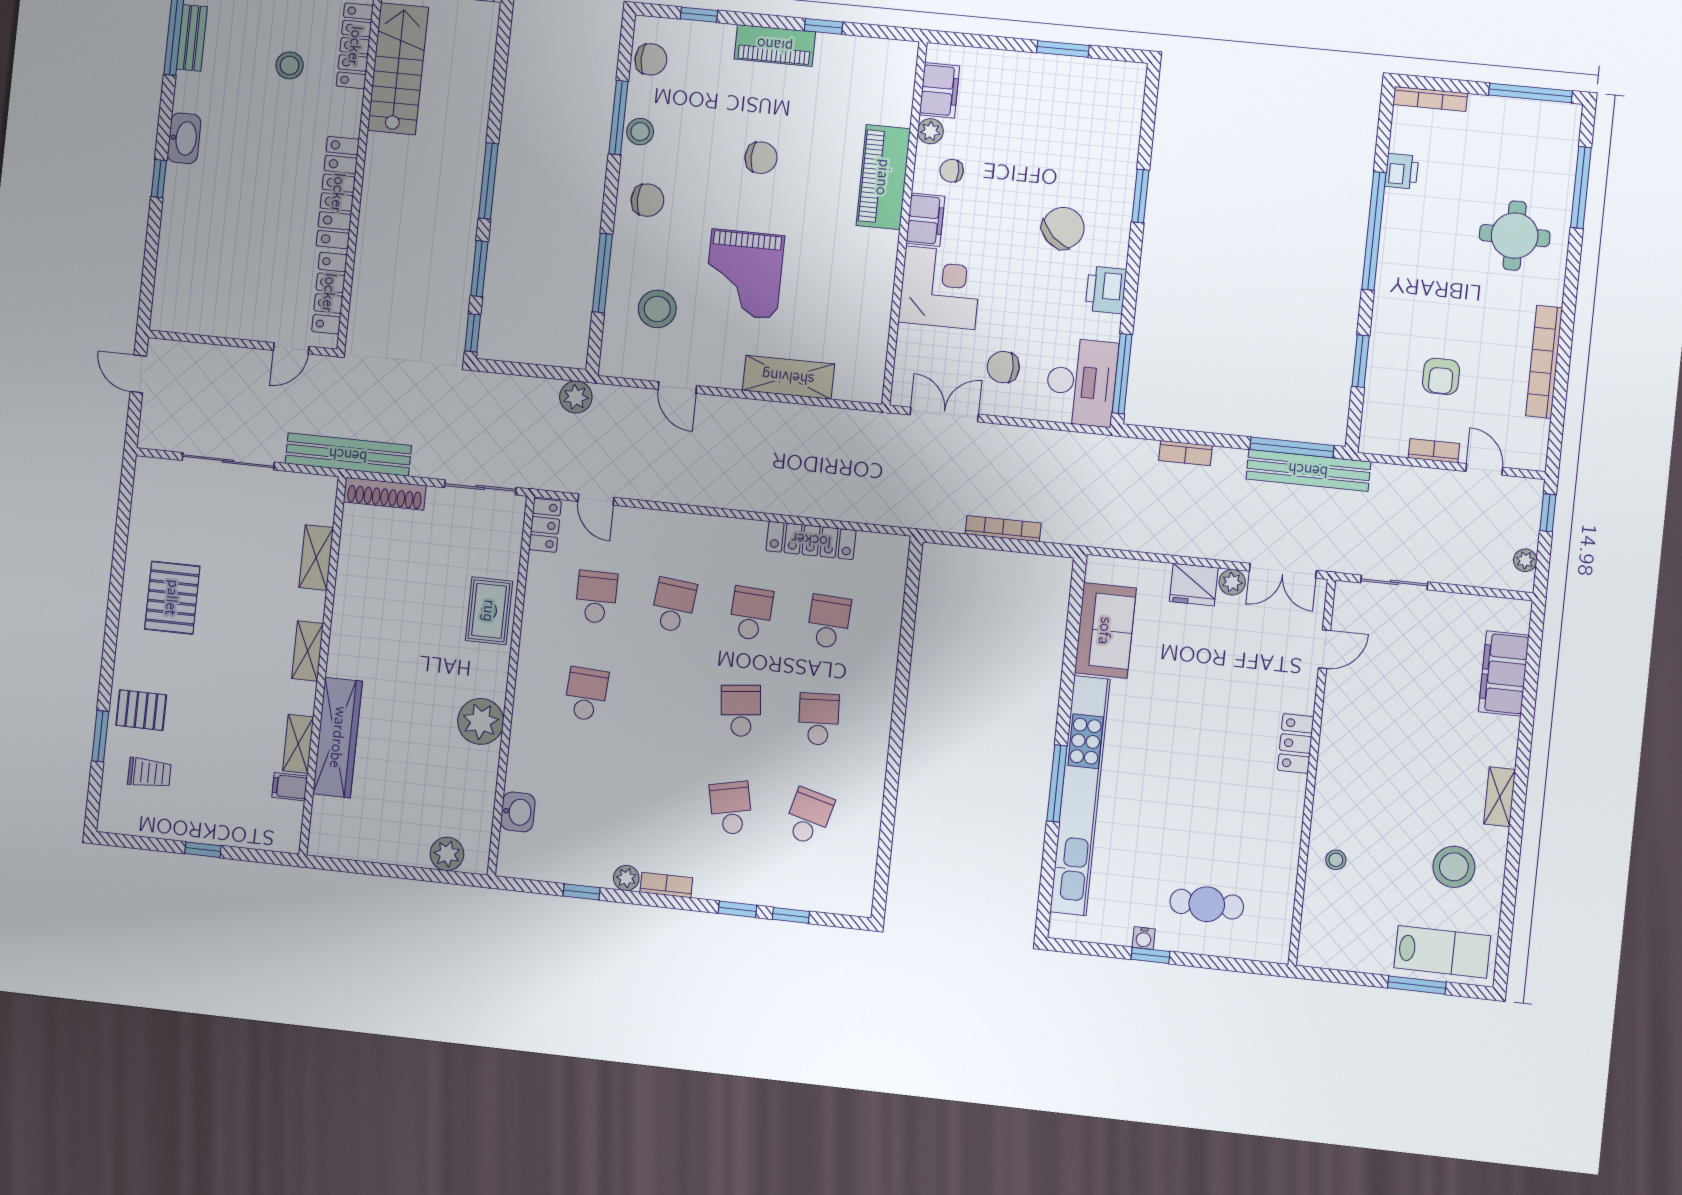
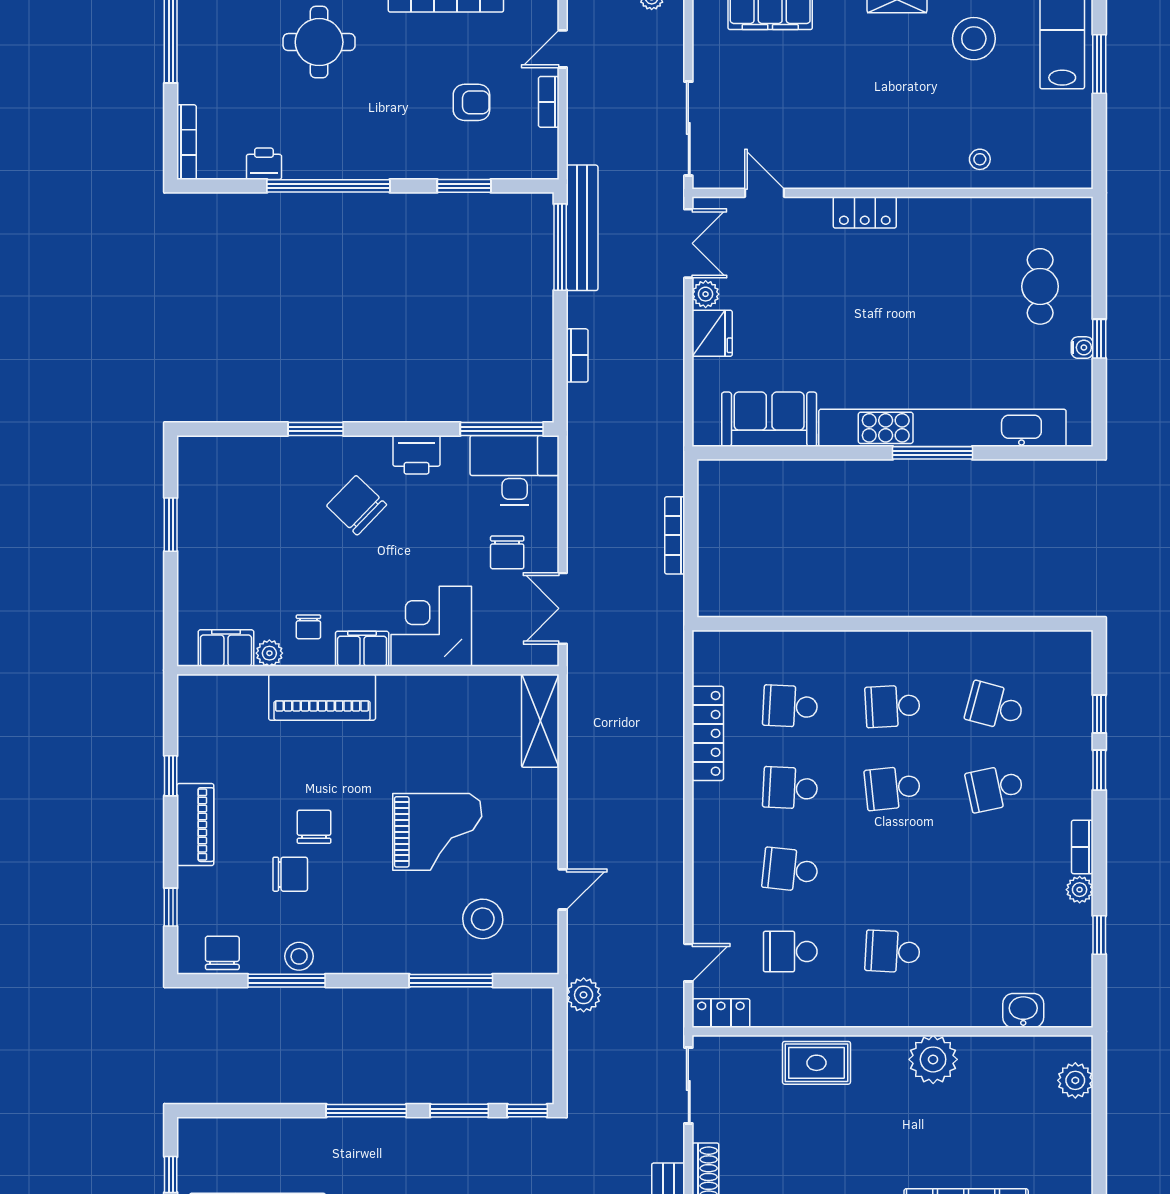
chair: (647, 200) -> (290, 874), moved, turned 90
shelving: (788, 377) -> (540, 721), moved
sliding door: (1394, 582) -> (688, 129), width x1.37

